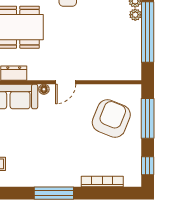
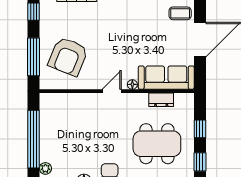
plant: (135, 15) -> (45, 156), removed

